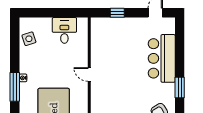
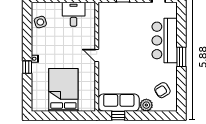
window: (15, 87) -> (27, 67), width x0.46
window: (180, 87) -> (181, 57), moved

